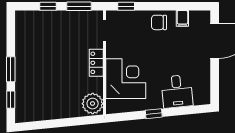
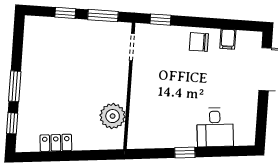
locker: (96, 63) -> (56, 143), moved, turned 84
corner desk: (126, 79) -> (154, 107), removed
plant: (93, 104) -> (113, 116), moved

